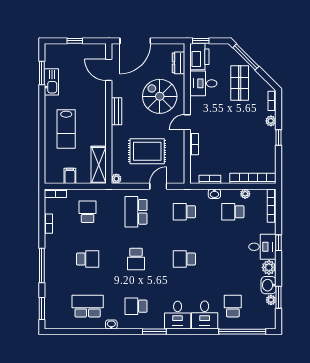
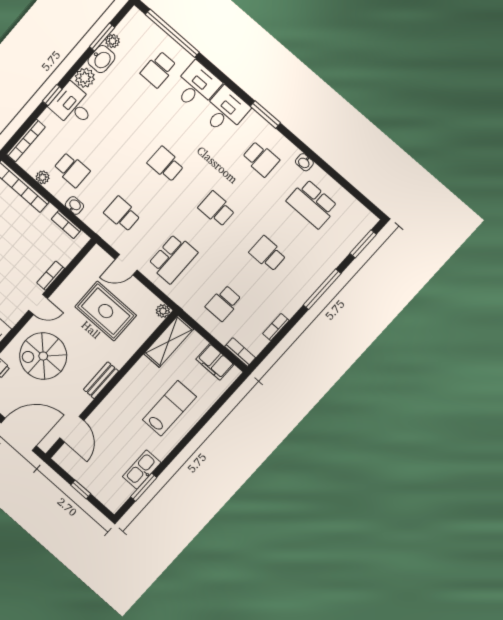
spiral stairs: (160, 96) -> (43, 356), turned 90
filing cabinet: (70, 176) -> (215, 362), width x2.00
school desk: (184, 212) -> (122, 214), turned 180
school desk: (136, 259) -> (217, 209), turned -90
school desk: (184, 259) -> (166, 164), turned 180

